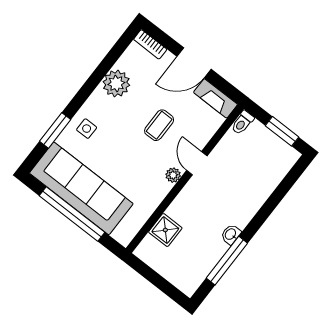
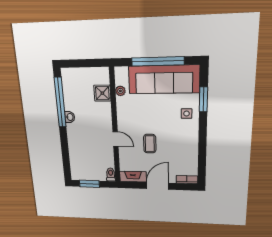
plant: (116, 83) -> (189, 148), removed
plant: (173, 175) -> (120, 91), moved
window: (227, 261) -> (60, 102), width x1.46

